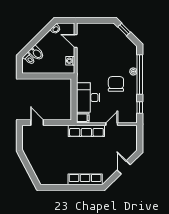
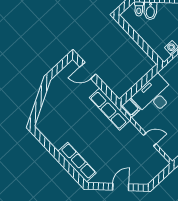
door: (37, 123) -> (88, 70), swing flipped
row of seats: (86, 131) -> (110, 109), moved

